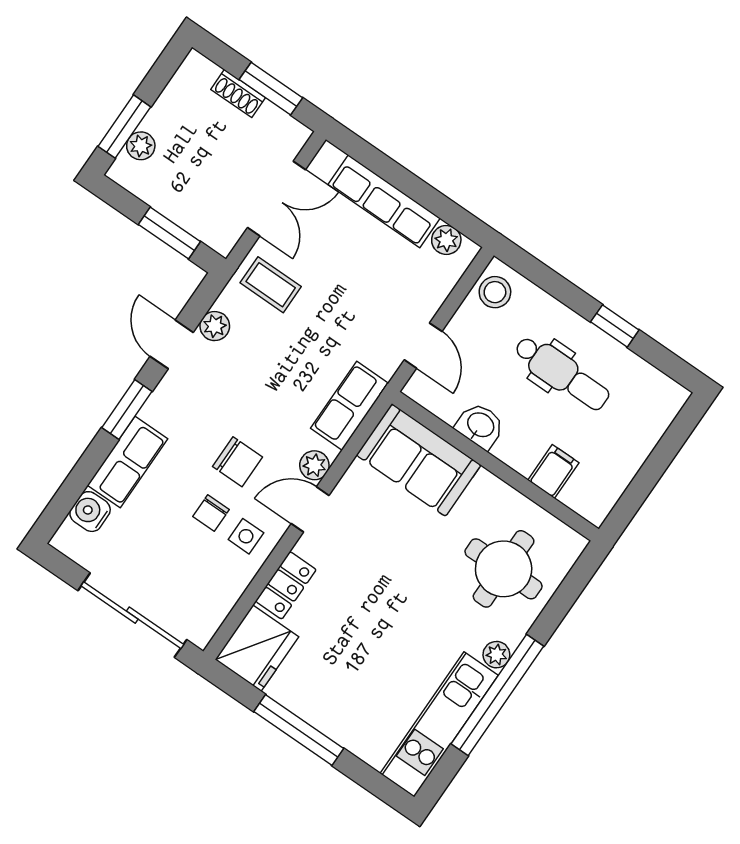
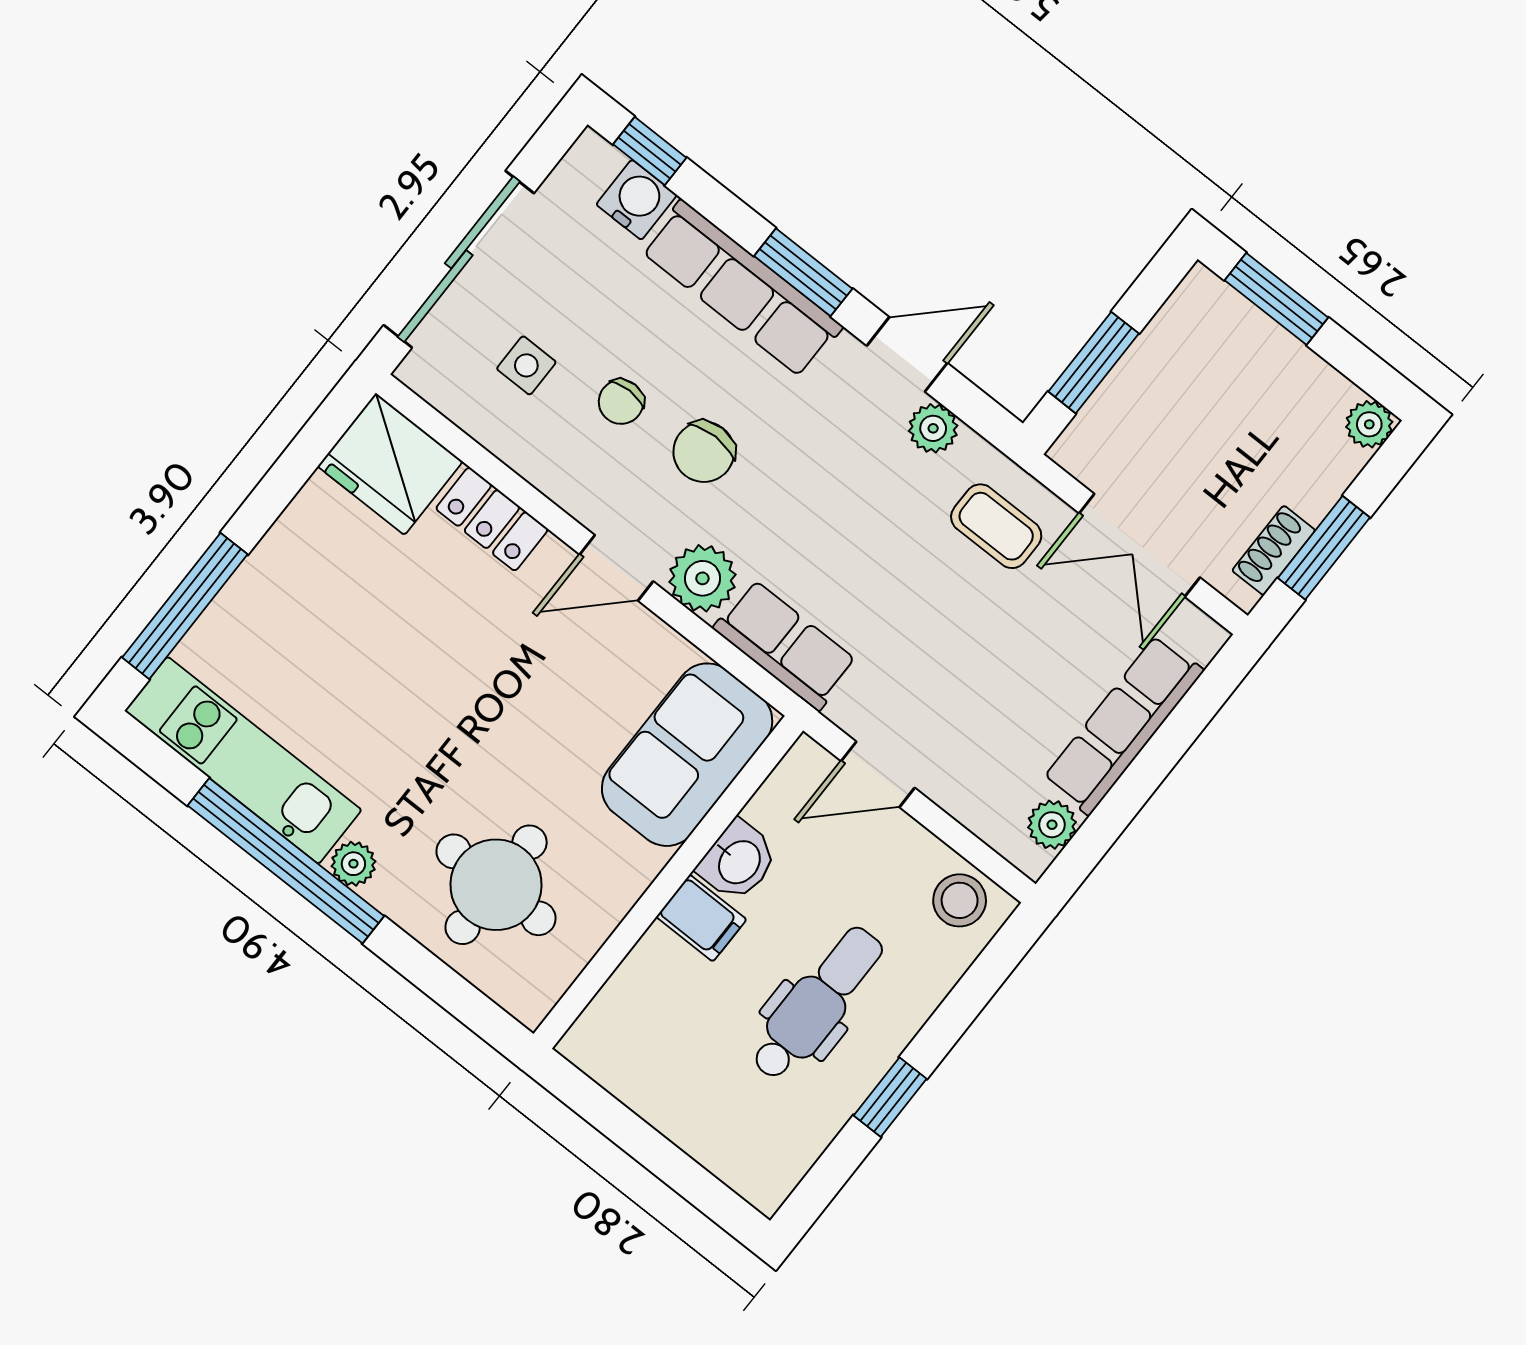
shoe rack: (238, 93) -> (1274, 550), moved
plant: (141, 146) -> (1369, 424), moved
coffee table: (271, 285) -> (996, 526), turned 90
dental chair: (562, 373) -> (817, 1003), turned 180
row of seats: (128, 462) -> (742, 289), width x1.48
plant: (314, 465) -> (702, 578), width x1.38, depth x1.38
filing cabinet: (553, 471) -> (701, 918), moved
window: (61, 506) -> (650, 151), added
door: (310, 509) -> (616, 568), swing flipped
chair: (211, 513) -> (621, 402), turned -90
side table: (246, 536) -> (526, 365), moved
window: (299, 730) -> (185, 606), moved

